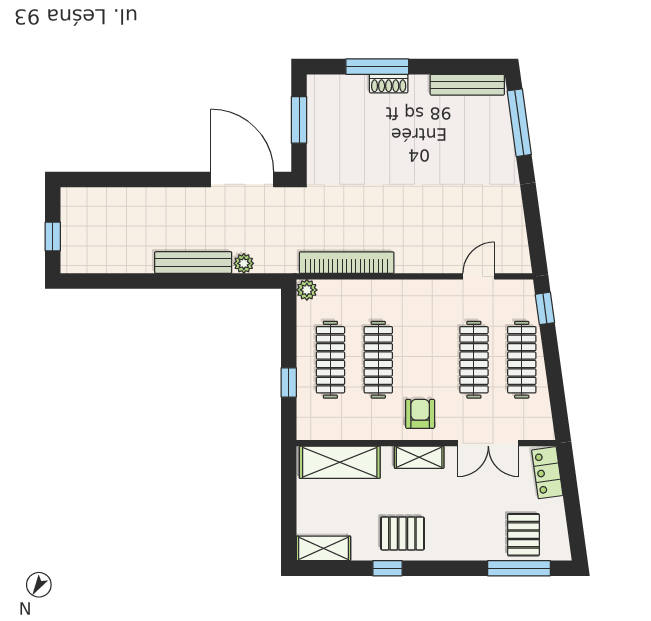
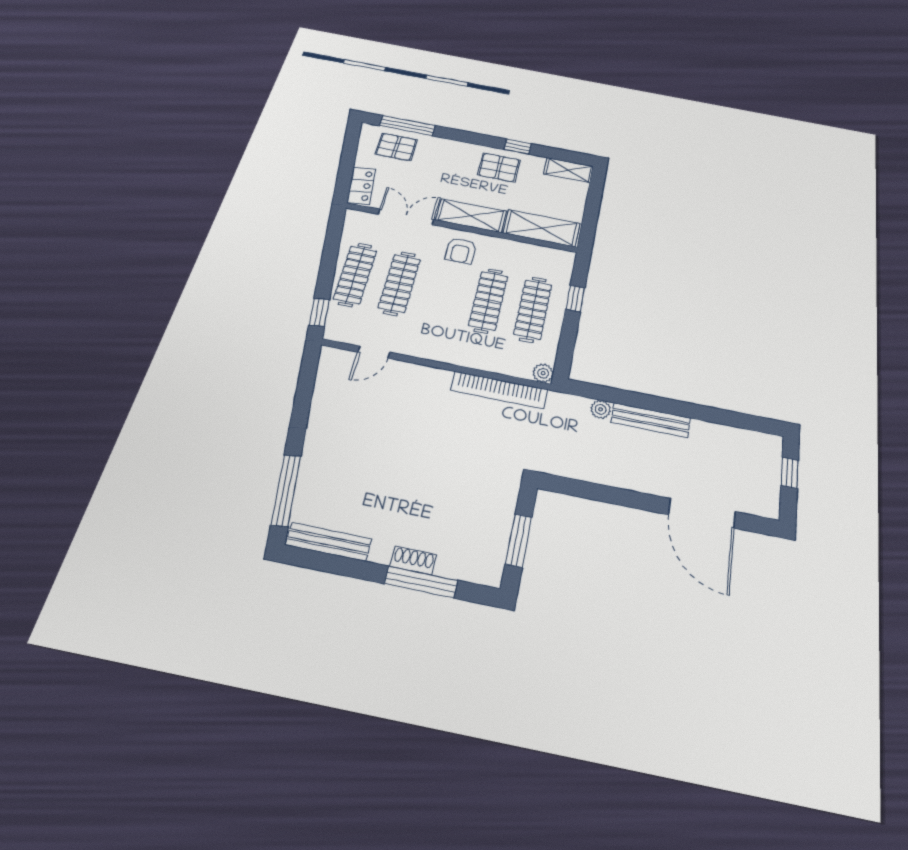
door: (242, 179) -> (702, 513), moved
shelving: (419, 457) -> (471, 216), width x1.50, depth x1.33
pallet: (523, 535) -> (396, 147), turned 90

